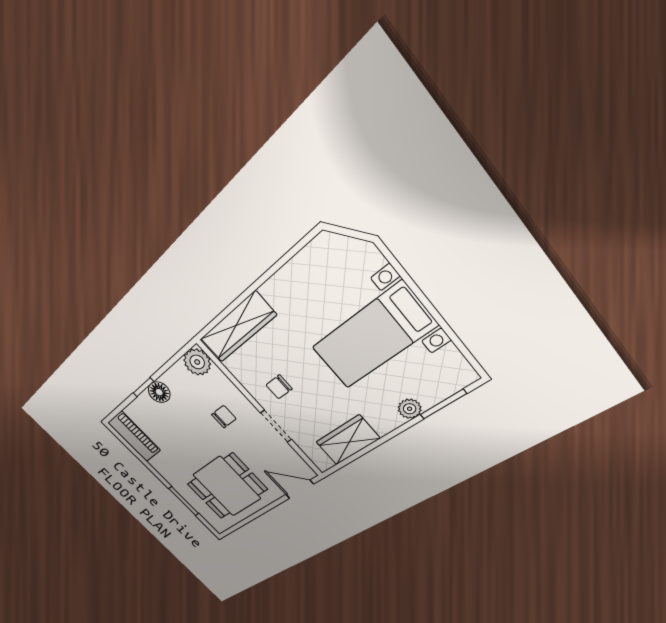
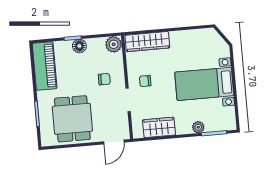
piano: (134, 436) -> (45, 66), width x1.37, depth x1.33
dining table: (227, 487) -> (72, 119), turned 90
door: (300, 489) -> (114, 142), swing flipped

